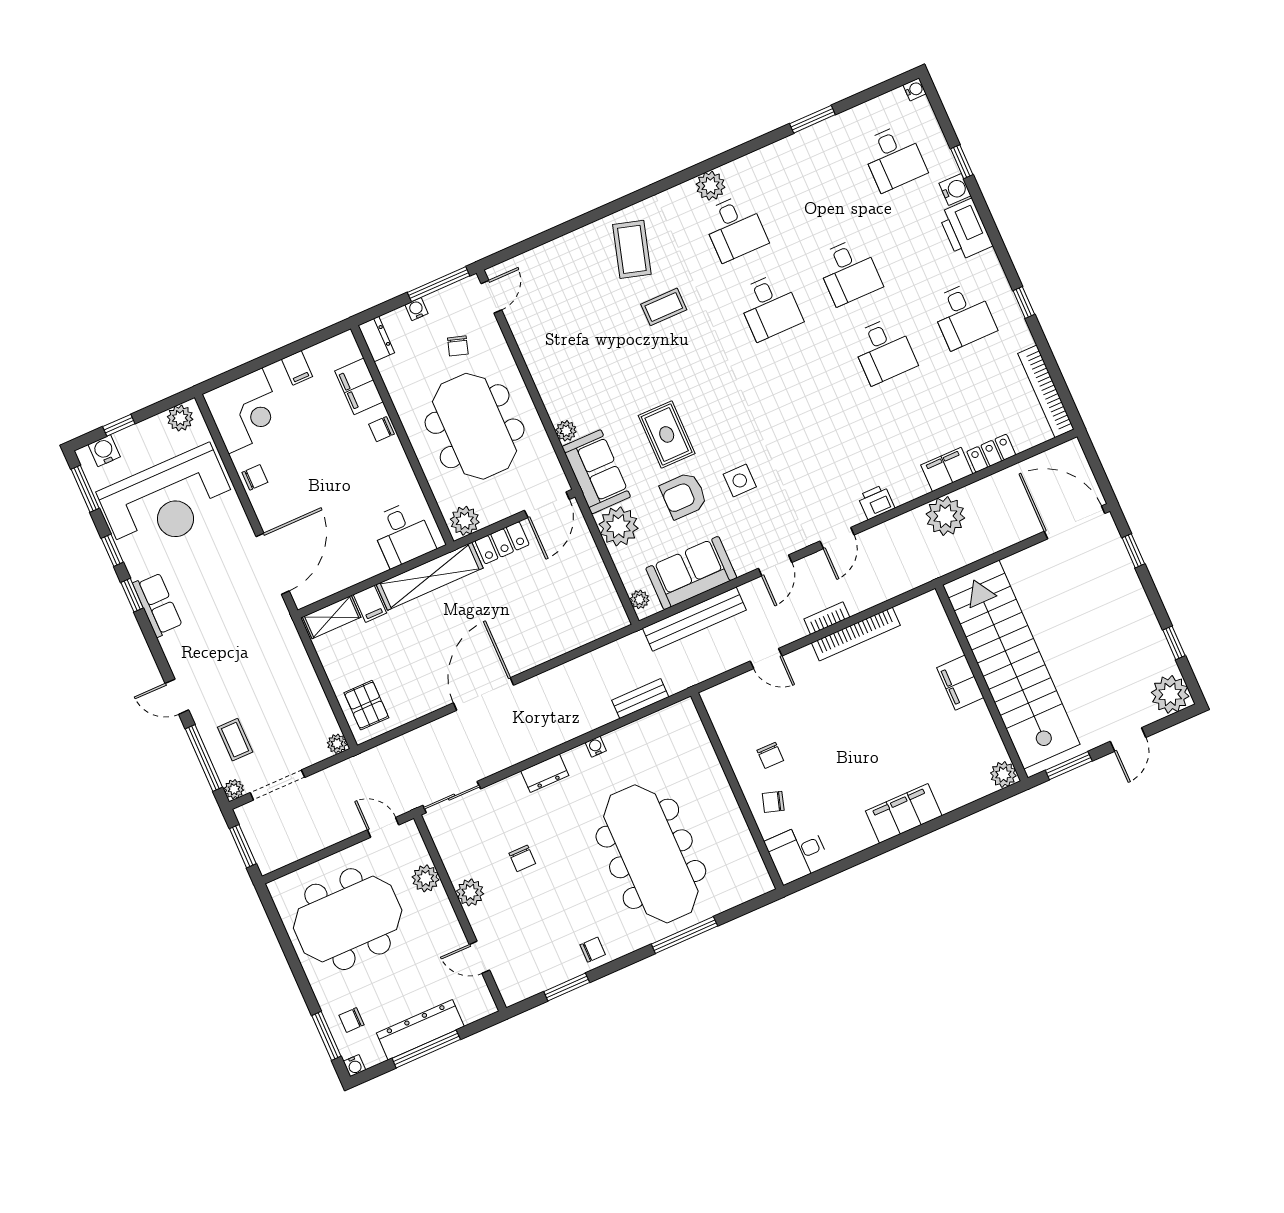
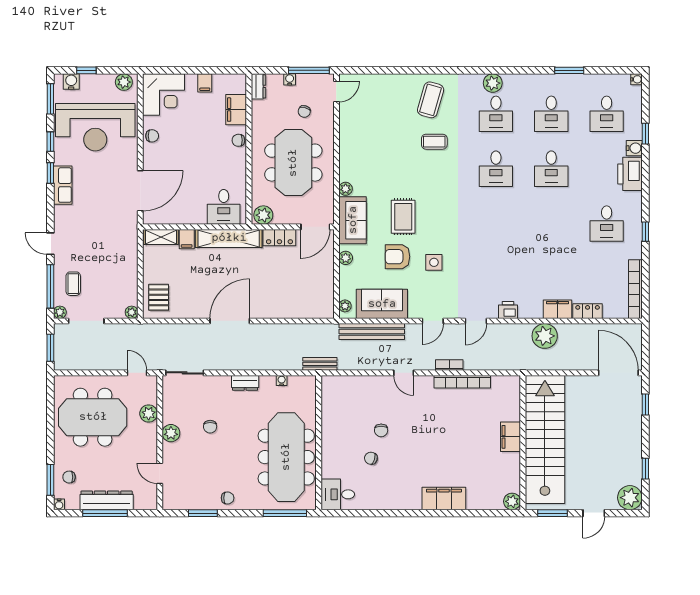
desk: (884, 350) -> (551, 114), moved
plant: (619, 526) -> (346, 258), width x0.53, depth x0.53
wall: (737, 791) -> (319, 443), moved
desk: (797, 853) -> (338, 494), moved

